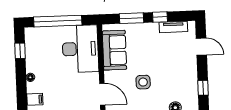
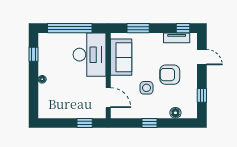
window: (160, 17) -> (183, 28), moved
armchair: (168, 67) -> (170, 75), added
filing cabinet: (35, 99) -> (45, 100), removed

